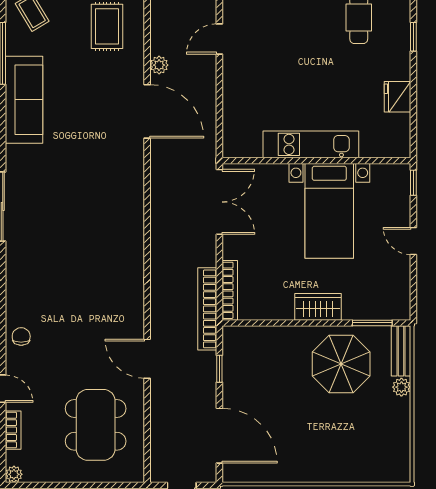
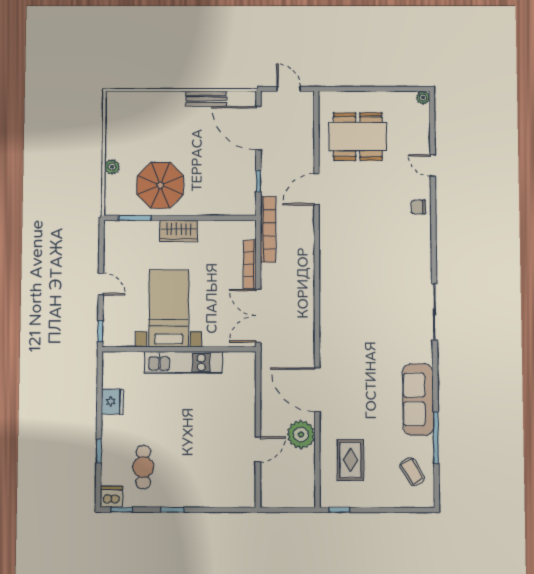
plant: (159, 65) -> (301, 435), width x1.87, depth x1.87
bookcase: (230, 290) -> (250, 264), moved
chair: (21, 336) -> (418, 207), turned 90
bench: (401, 351) -> (206, 99), moved, turned 90
door: (147, 359) -> (317, 189), swing flipped
dining table: (96, 425) -> (358, 137), turned 90
bookcase: (13, 430) -> (424, 132), removed

